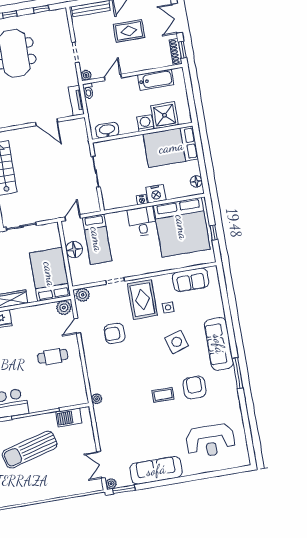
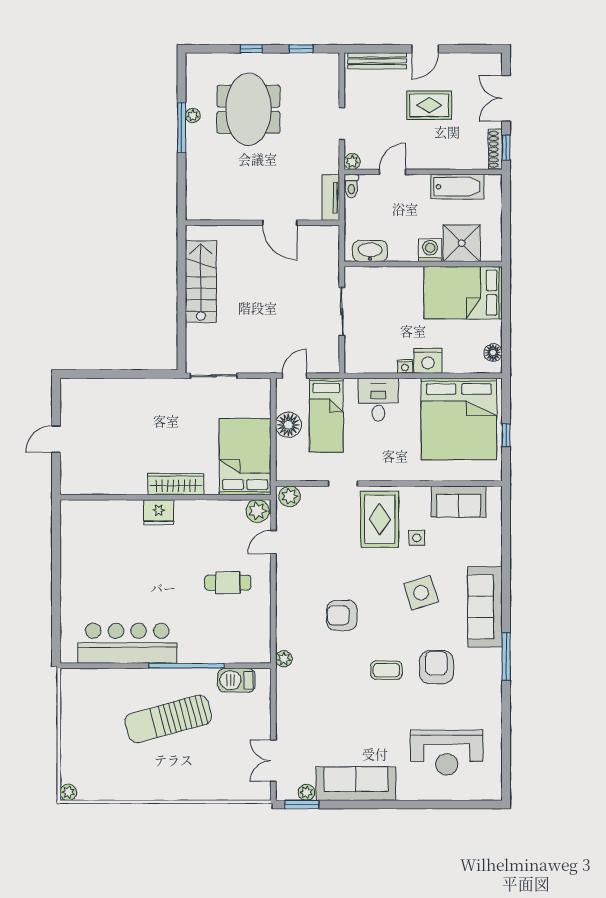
desk: (142, 221) -> (378, 400), moved
armchair: (115, 333) -> (342, 615), moved
plant: (111, 484) -> (306, 792), moved

